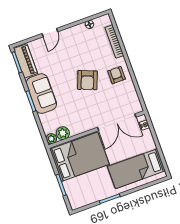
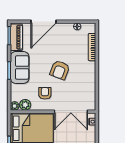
door: (50, 33) -> (44, 22), width x1.88
armchair: (117, 75) -> (45, 93), moved

